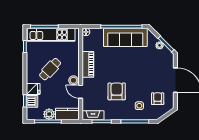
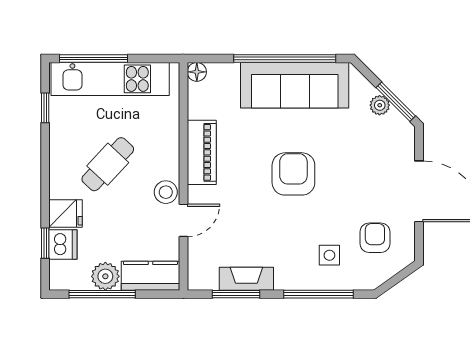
armchair: (117, 91) -> (293, 174), moved
door: (81, 92) -> (183, 220), swing flipped
fireplace: (93, 115) -> (246, 279), moved

